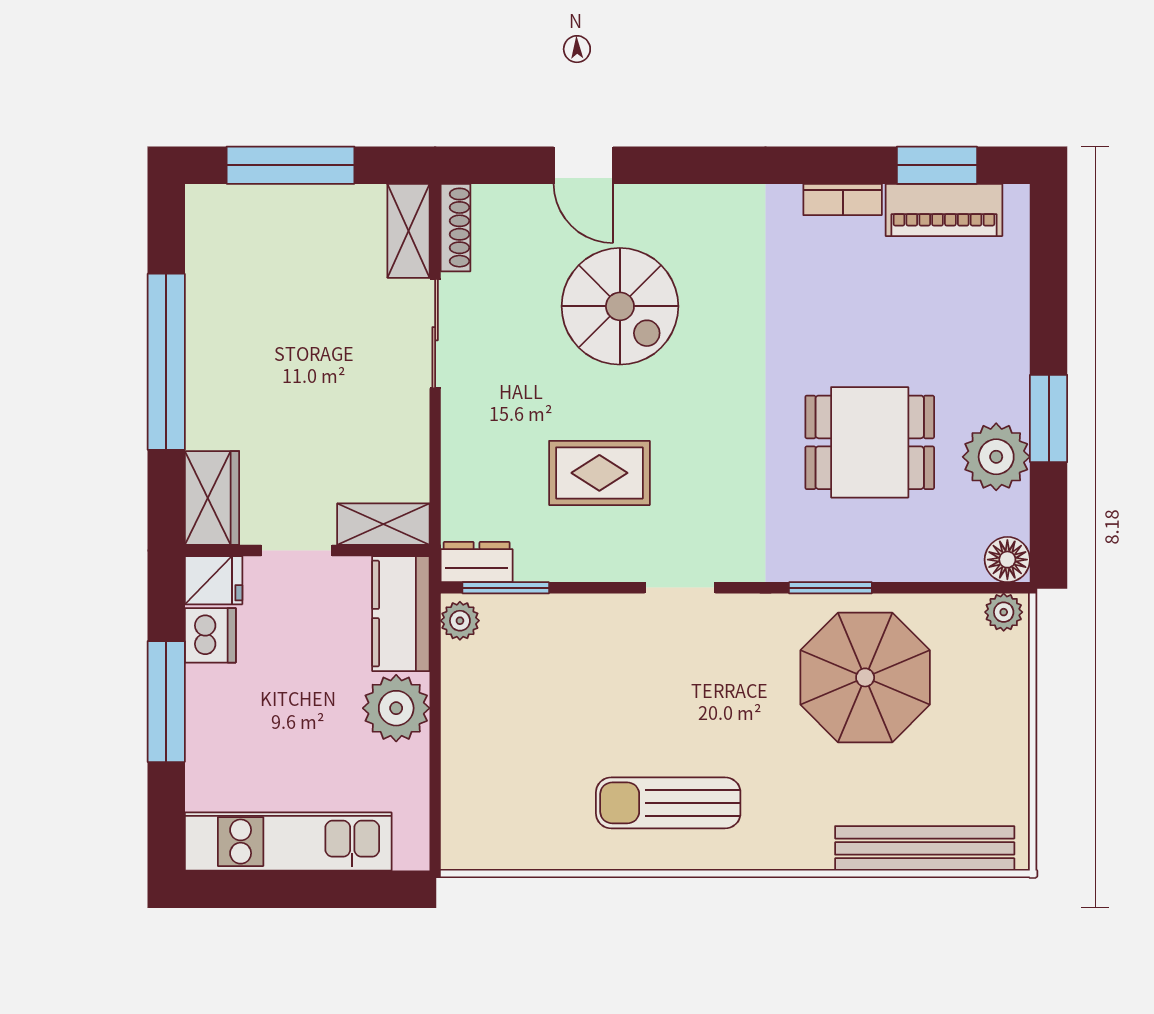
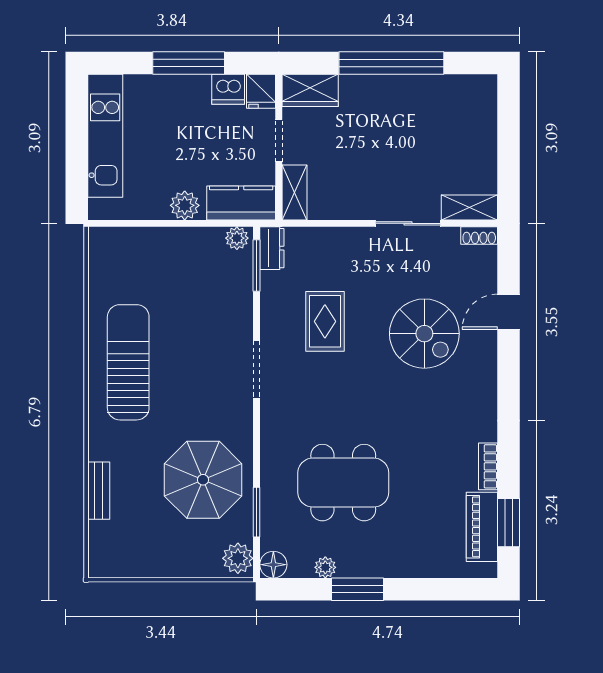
window: (290, 165) -> (509, 137), removed
shoe rack: (456, 228) -> (479, 236), width x0.70
spiral stairs: (620, 306) -> (424, 334), turned -90
dining table: (870, 442) -> (343, 483), width x1.38
plant: (996, 457) -> (325, 567), width x0.53, depth x0.53
doorway: (680, 588) -> (257, 369), width x1.38
window: (830, 588) -> (257, 512), moved
plant: (1004, 612) -> (238, 558), width x1.38, depth x1.38
plant: (396, 708) -> (185, 205), width x0.73, depth x0.73
sun lounger: (668, 803) -> (128, 362), width x1.36, depth x1.34
bench: (925, 848) -> (99, 491), width x0.54, depth x0.82

